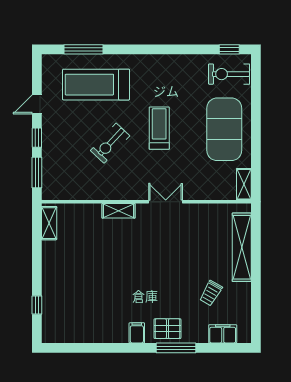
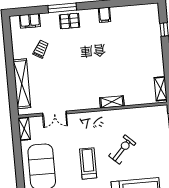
treadmill: (159, 128) -> (88, 163), turned 180
double door: (166, 202) -> (54, 113), moved
filing cabinet: (137, 333) -> (105, 15), moved

